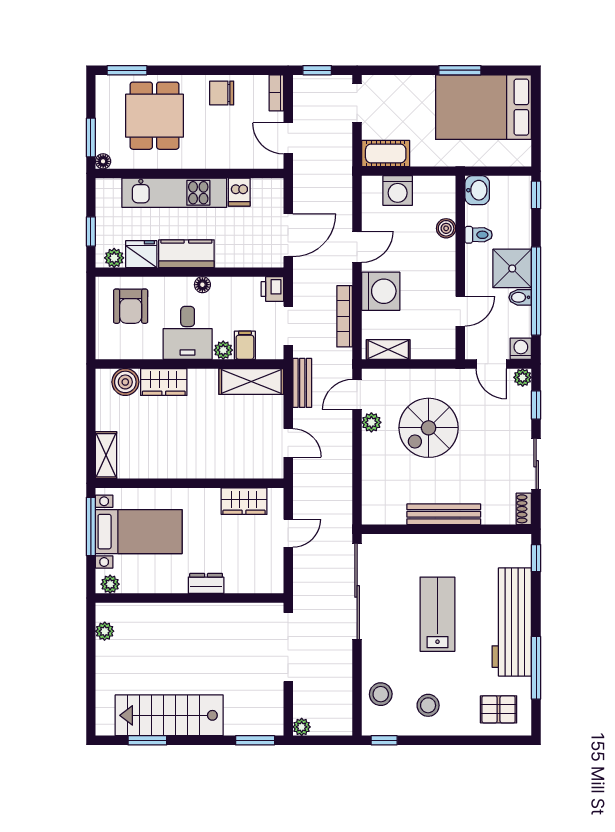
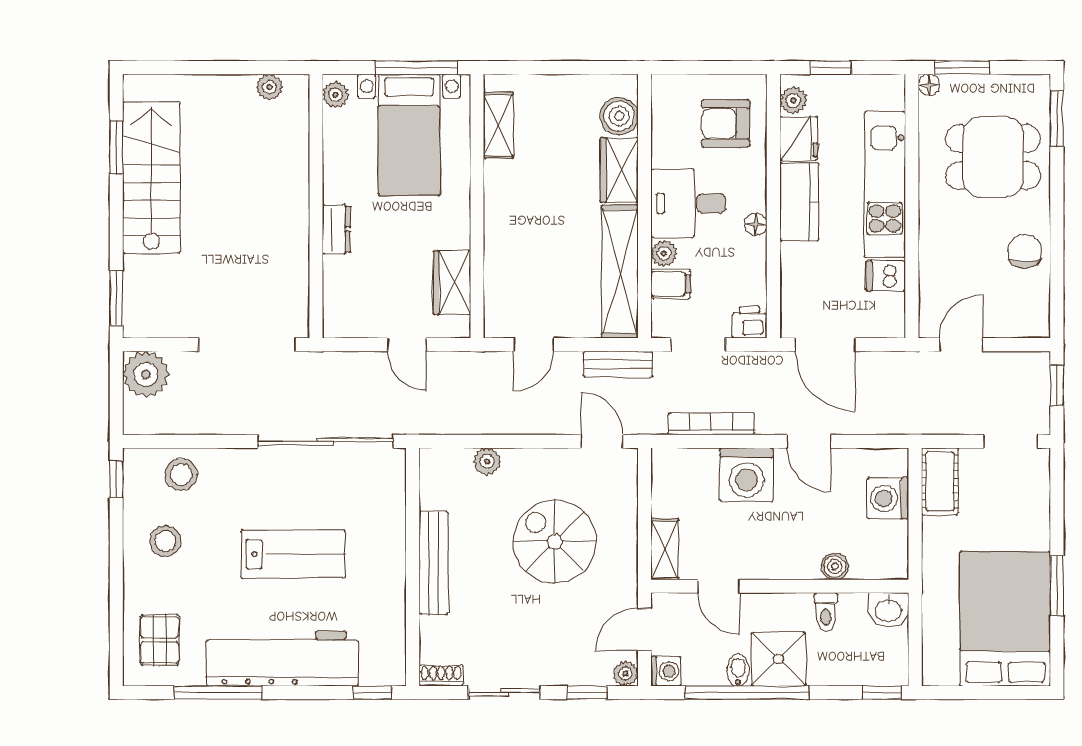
bookcase: (276, 93) -> (1025, 328), removed
shelving: (388, 350) -> (665, 549), moved
shelving: (251, 381) -> (620, 272), width x1.47
plant: (371, 422) -> (487, 461), moved
shelving: (106, 455) -> (498, 125), moved, turned 90
plant: (302, 727) -> (146, 374), width x1.87, depth x1.87

